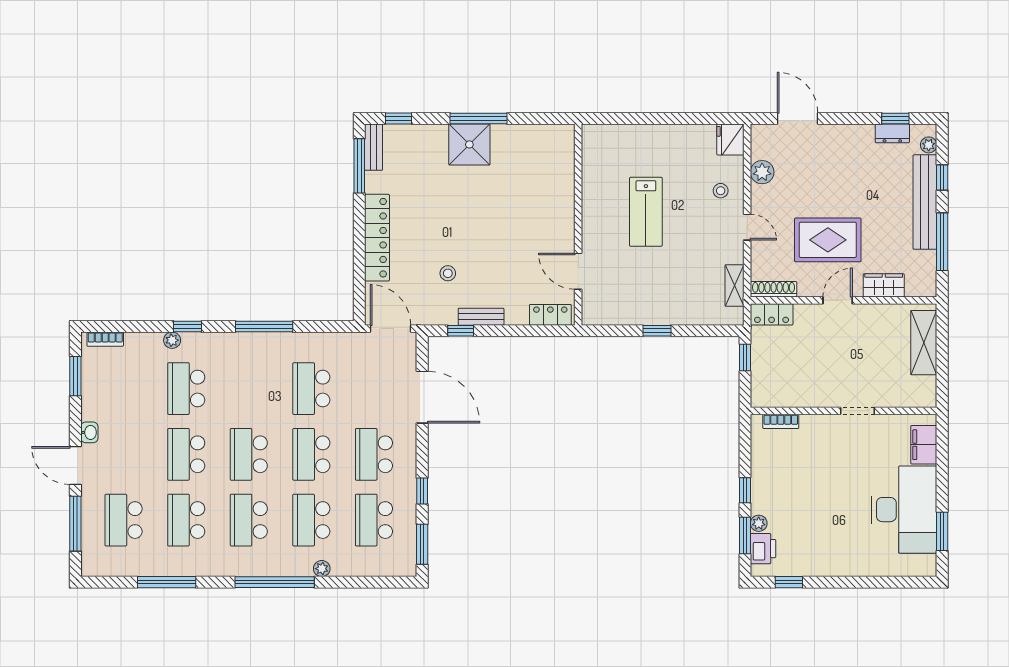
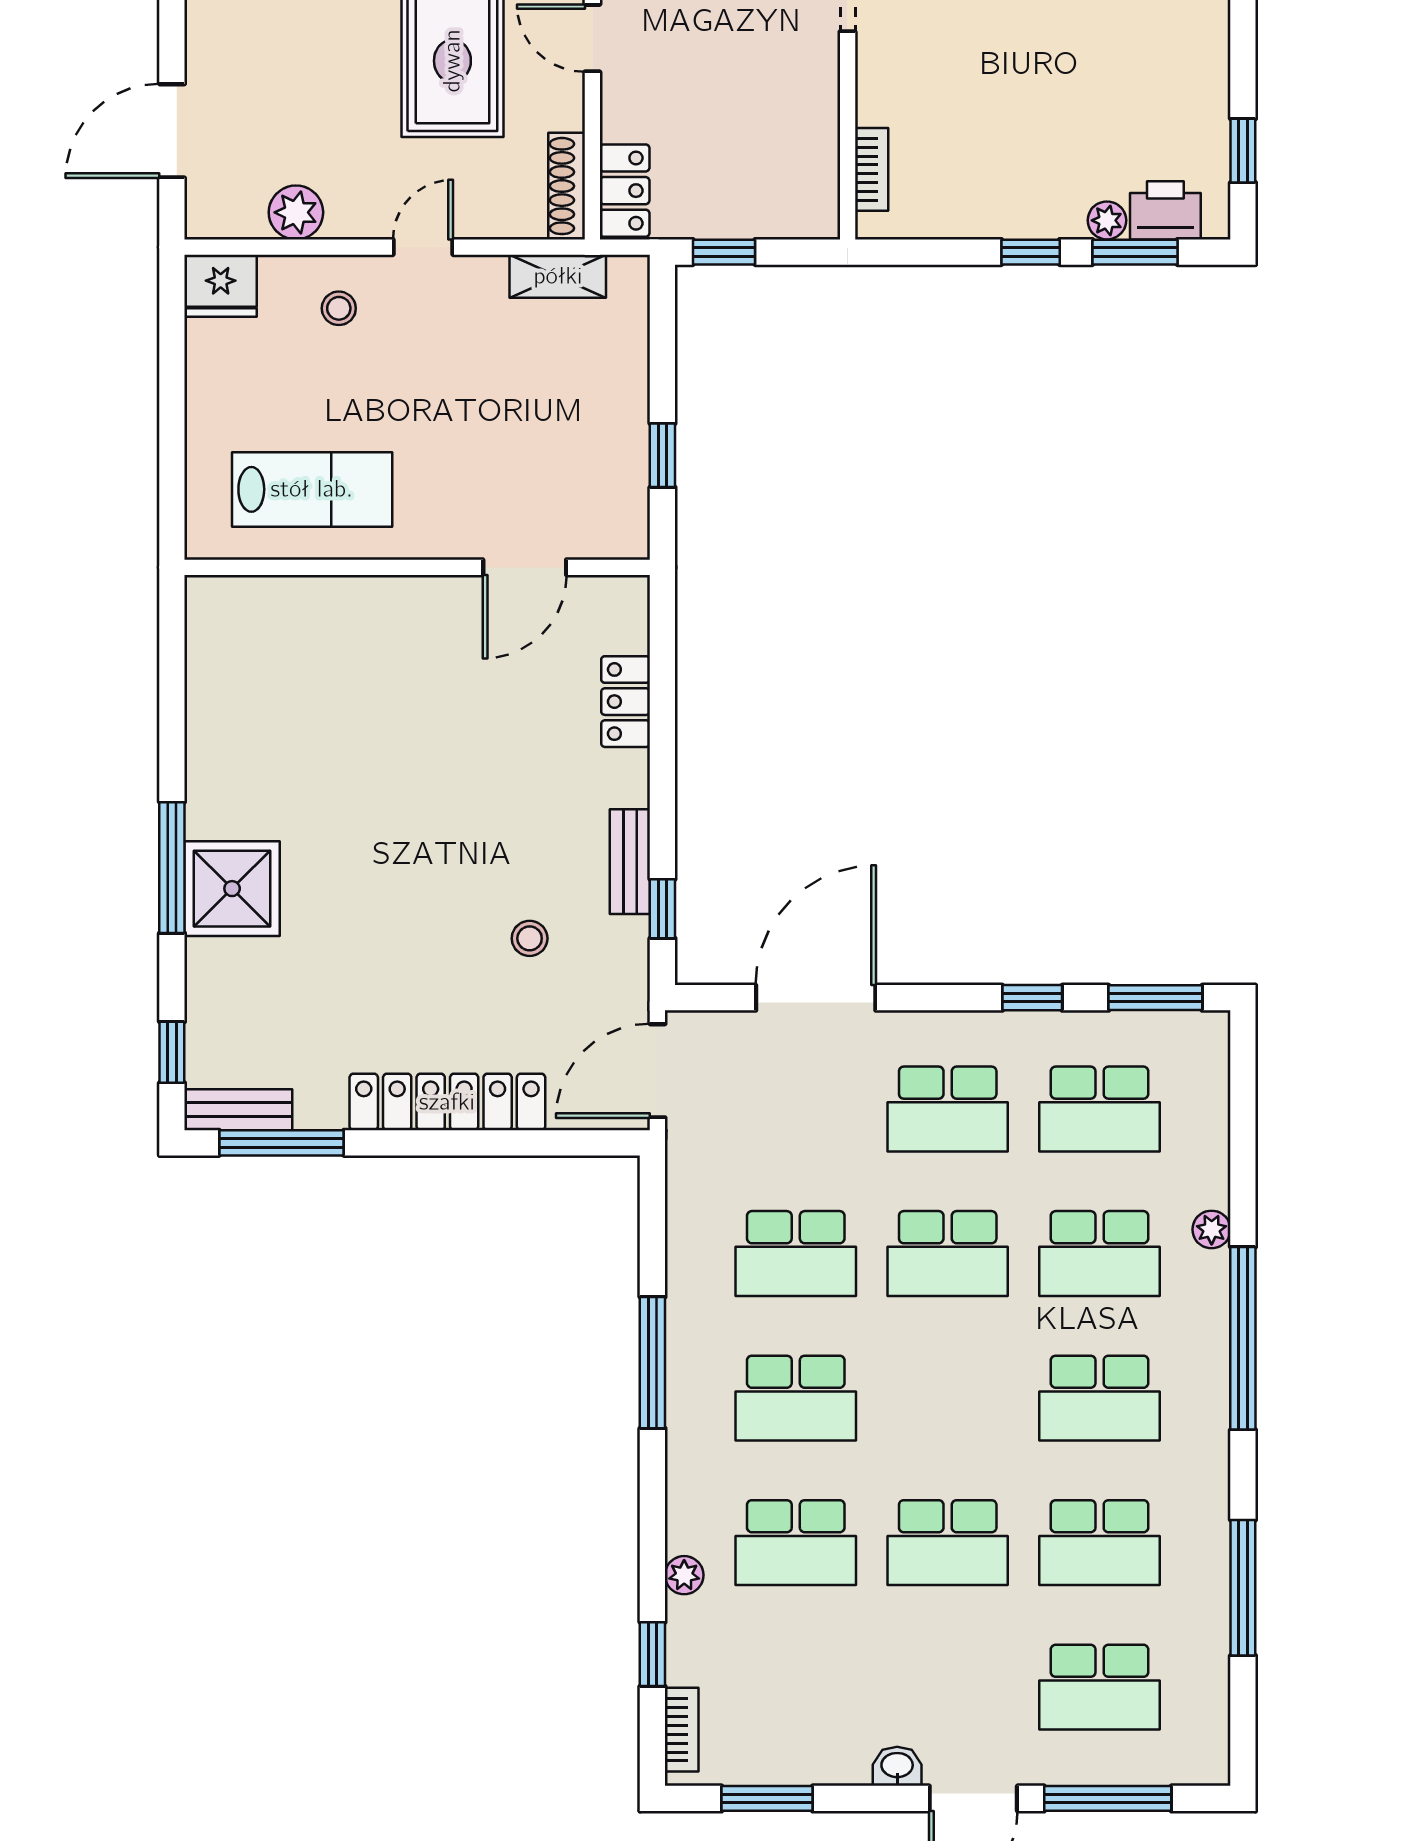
lab bench: (646, 212) -> (312, 489), moved
wall: (578, 225) -> (417, 567), moved
door: (578, 271) -> (525, 567), moved
window: (188, 326) -> (652, 1654), moved
school desk: (249, 454) -> (796, 1398), moved

